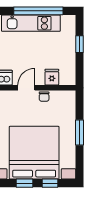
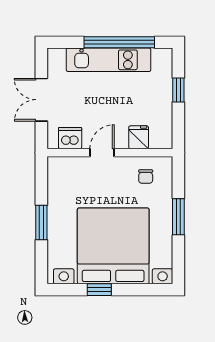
chair: (44, 97) -> (146, 177), moved
window: (50, 183) -> (136, 290), removed

